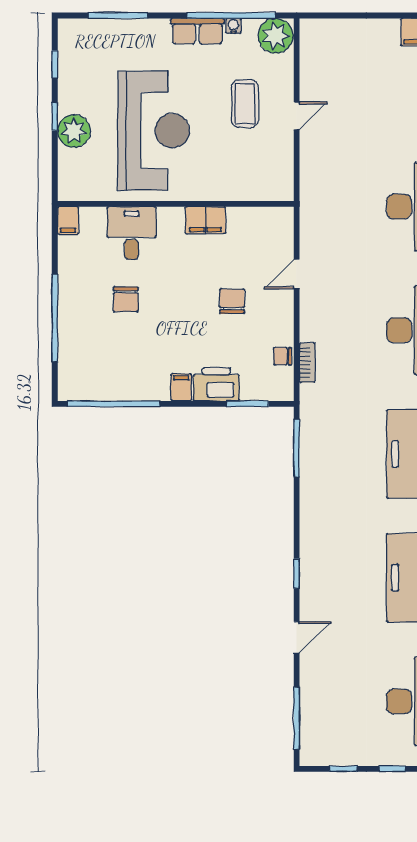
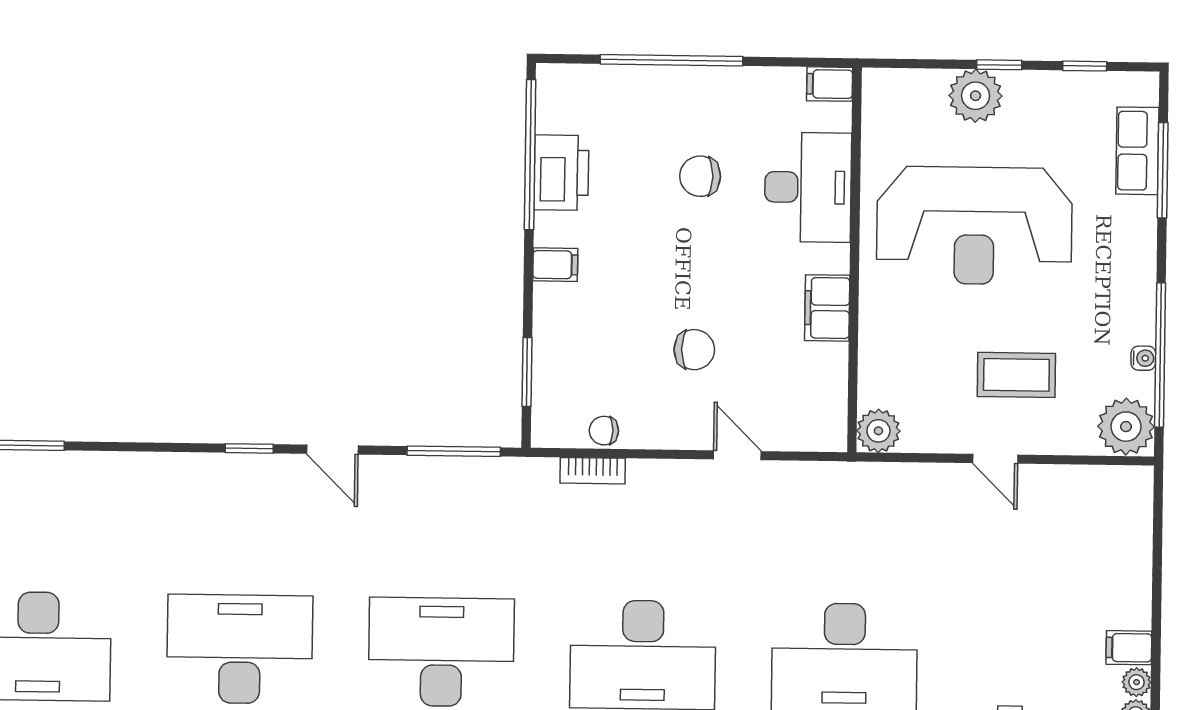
row of seats: (197, 31) -> (1137, 151), moved
plant: (280, 188) -> (878, 431), added
desk: (132, 233) -> (808, 187), width x1.37
chair: (283, 356) -> (604, 431), turned -90
printer: (216, 384) -> (561, 173), moved
door: (297, 638) -> (332, 450), moved

